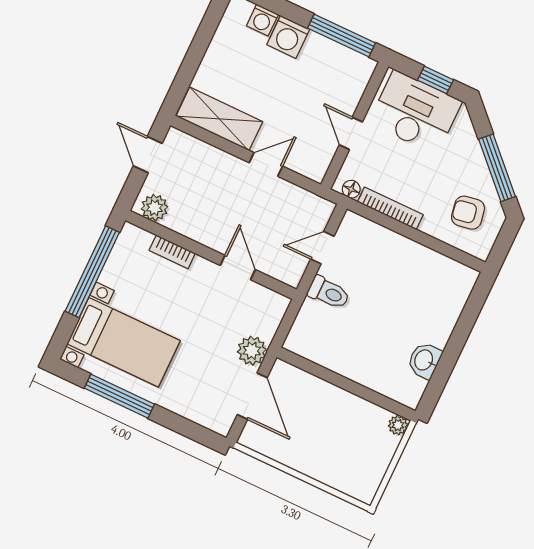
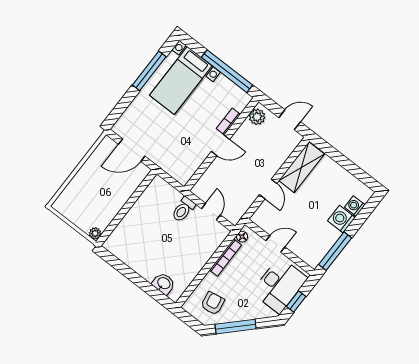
door: (238, 268) -> (221, 145), moved
plant: (252, 351) -> (159, 156), removed
washbasin: (424, 360) -> (164, 284), moved

